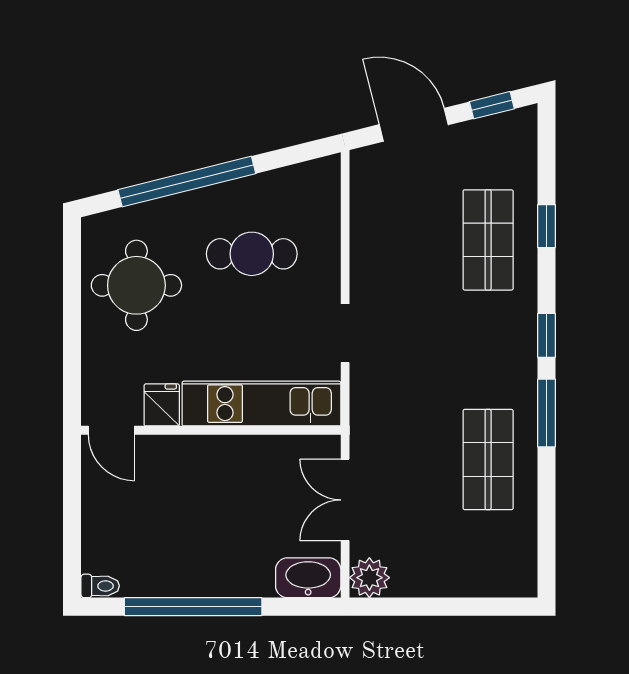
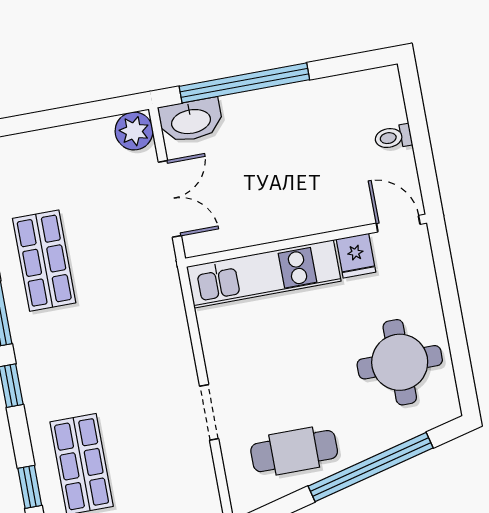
cafe table: (252, 254) -> (294, 451), moved
doorway: (345, 333) -> (209, 412), moved
toilet: (100, 586) -> (393, 137), moved
window: (193, 607) -> (244, 83), moved

